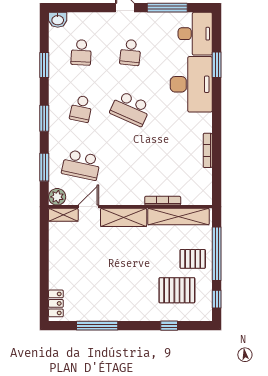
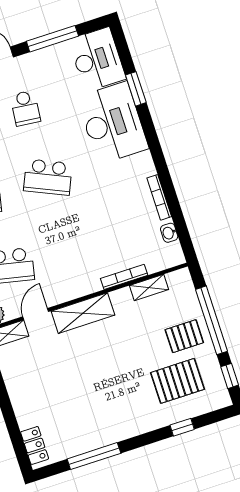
washbasin: (206, 179) -> (169, 233), added
shelving: (178, 217) -> (149, 288), width x0.45, depth x0.75

